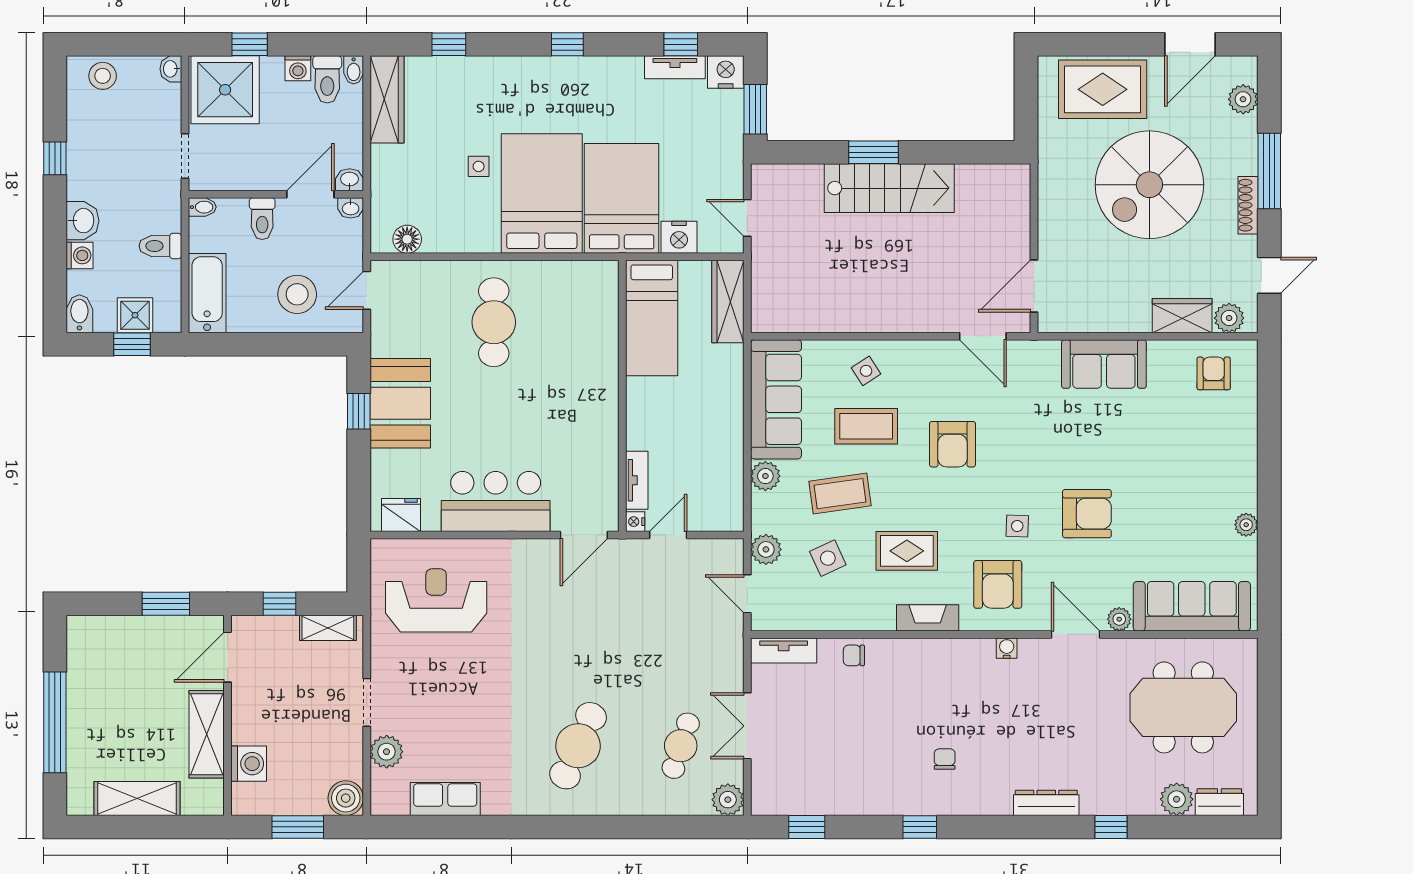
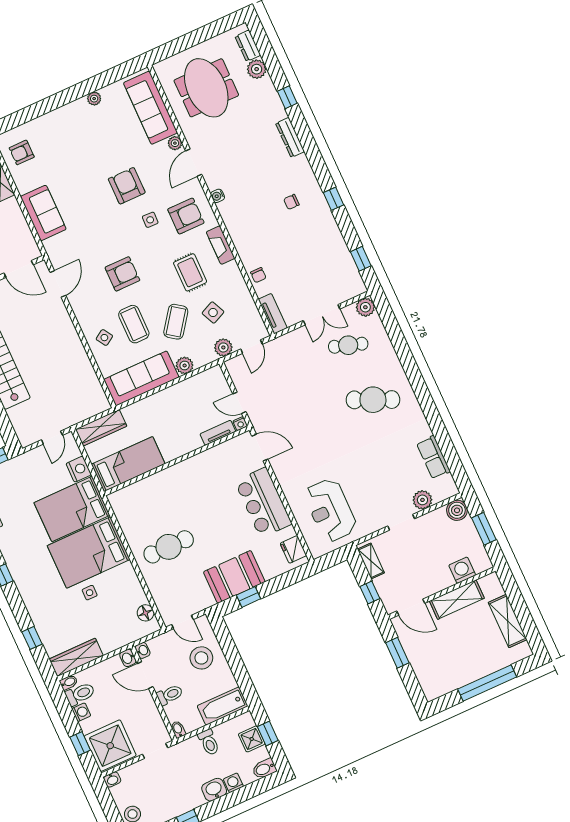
coffee table: (840, 494) -> (176, 322), turned 44

